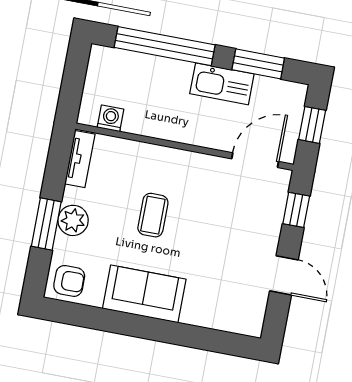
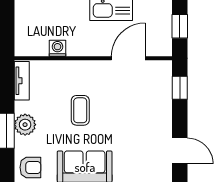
washing machine: (111, 118) -> (57, 48), moved
door: (255, 160) -> (128, 58), moved
door: (284, 275) -> (180, 151), moved

